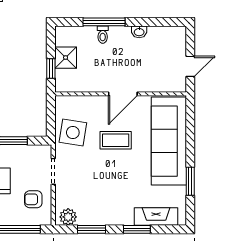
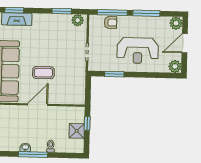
window: (104, 22) -> (33, 155), moved
side table: (73, 133) -> (73, 79), removed
armchair: (33, 199) -> (111, 23), moved
window: (137, 229) -> (14, 10), moved

